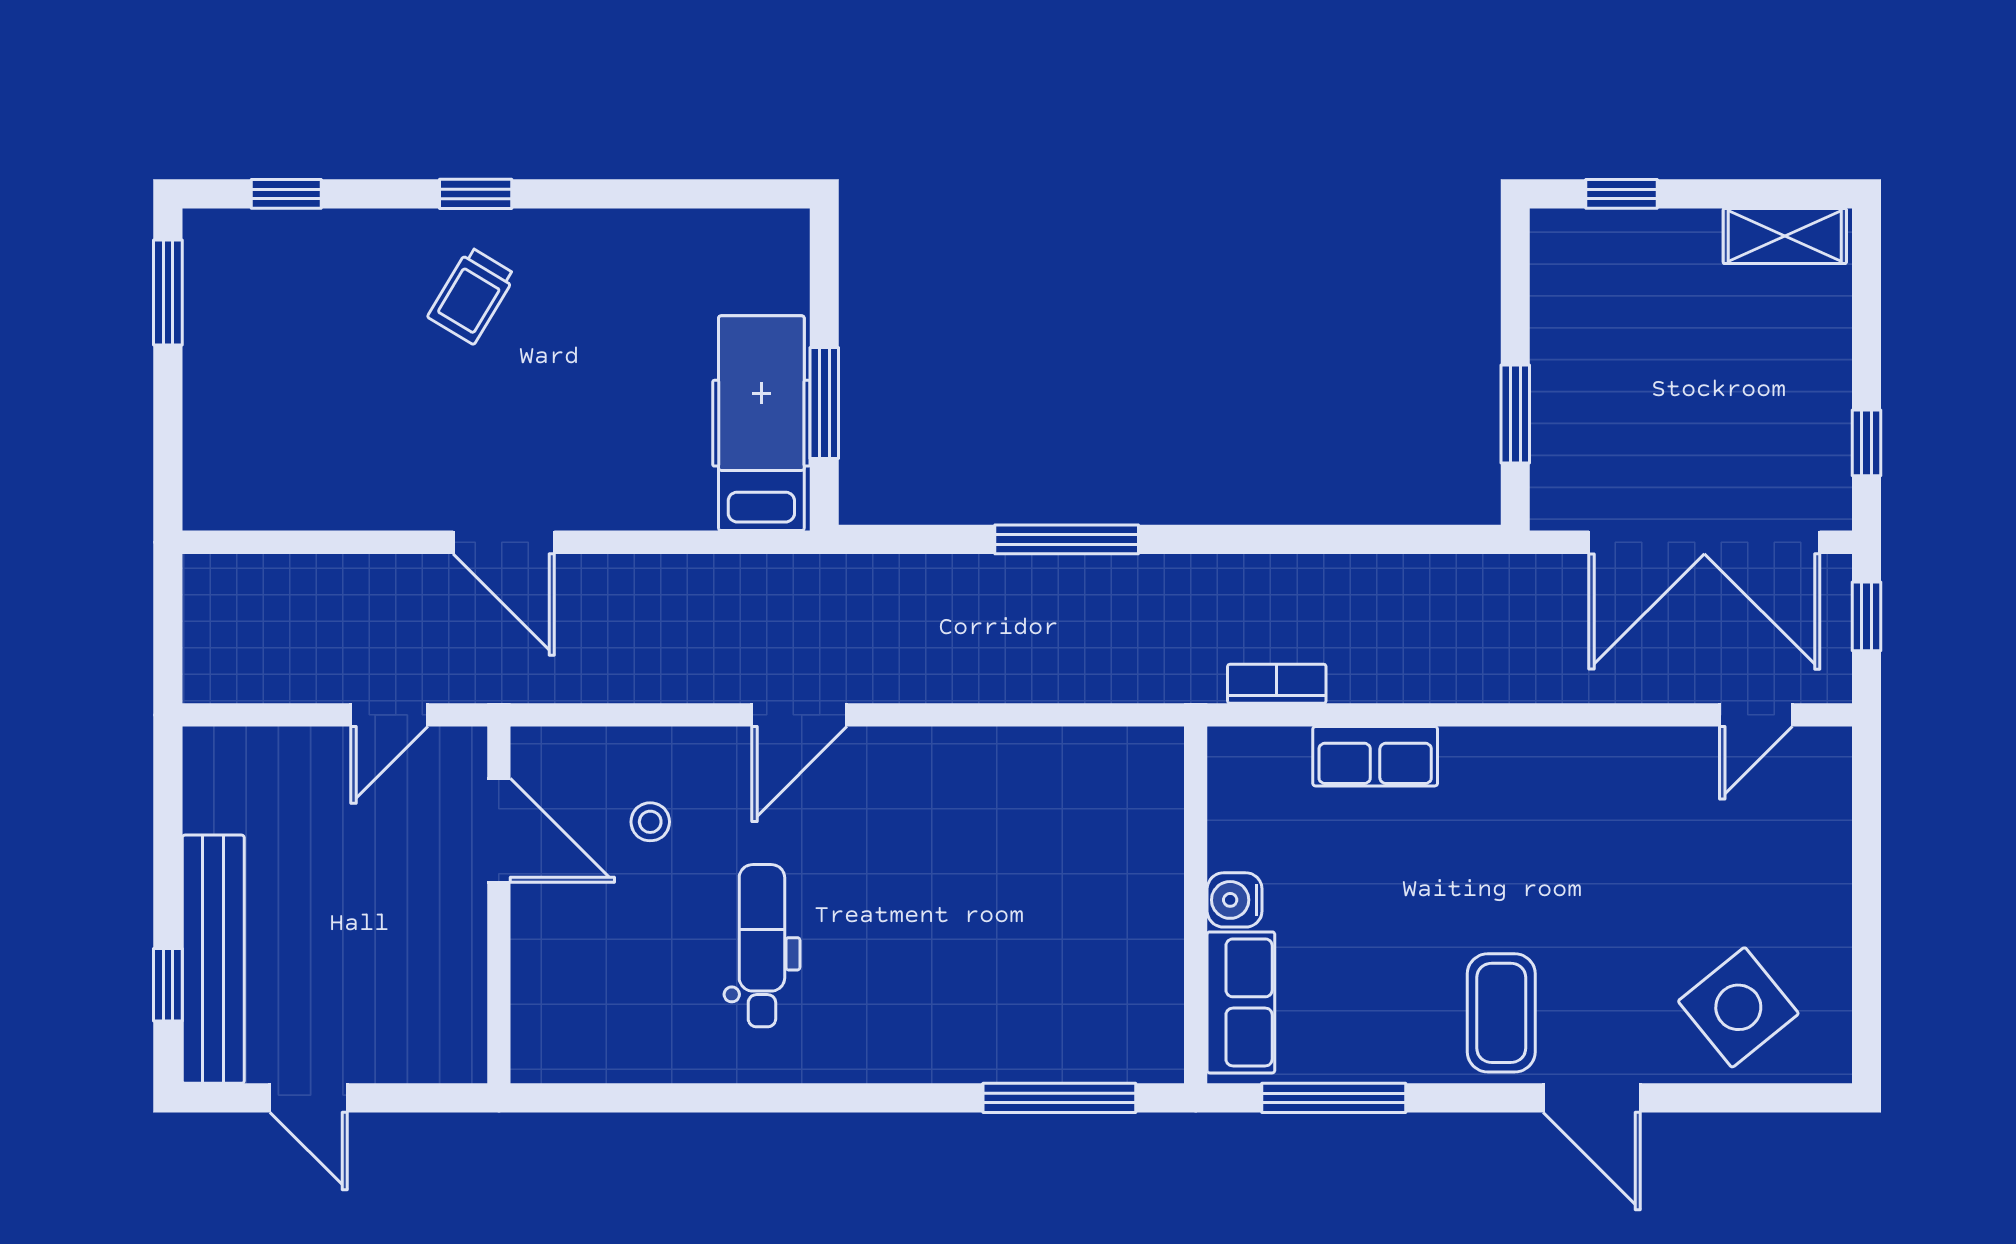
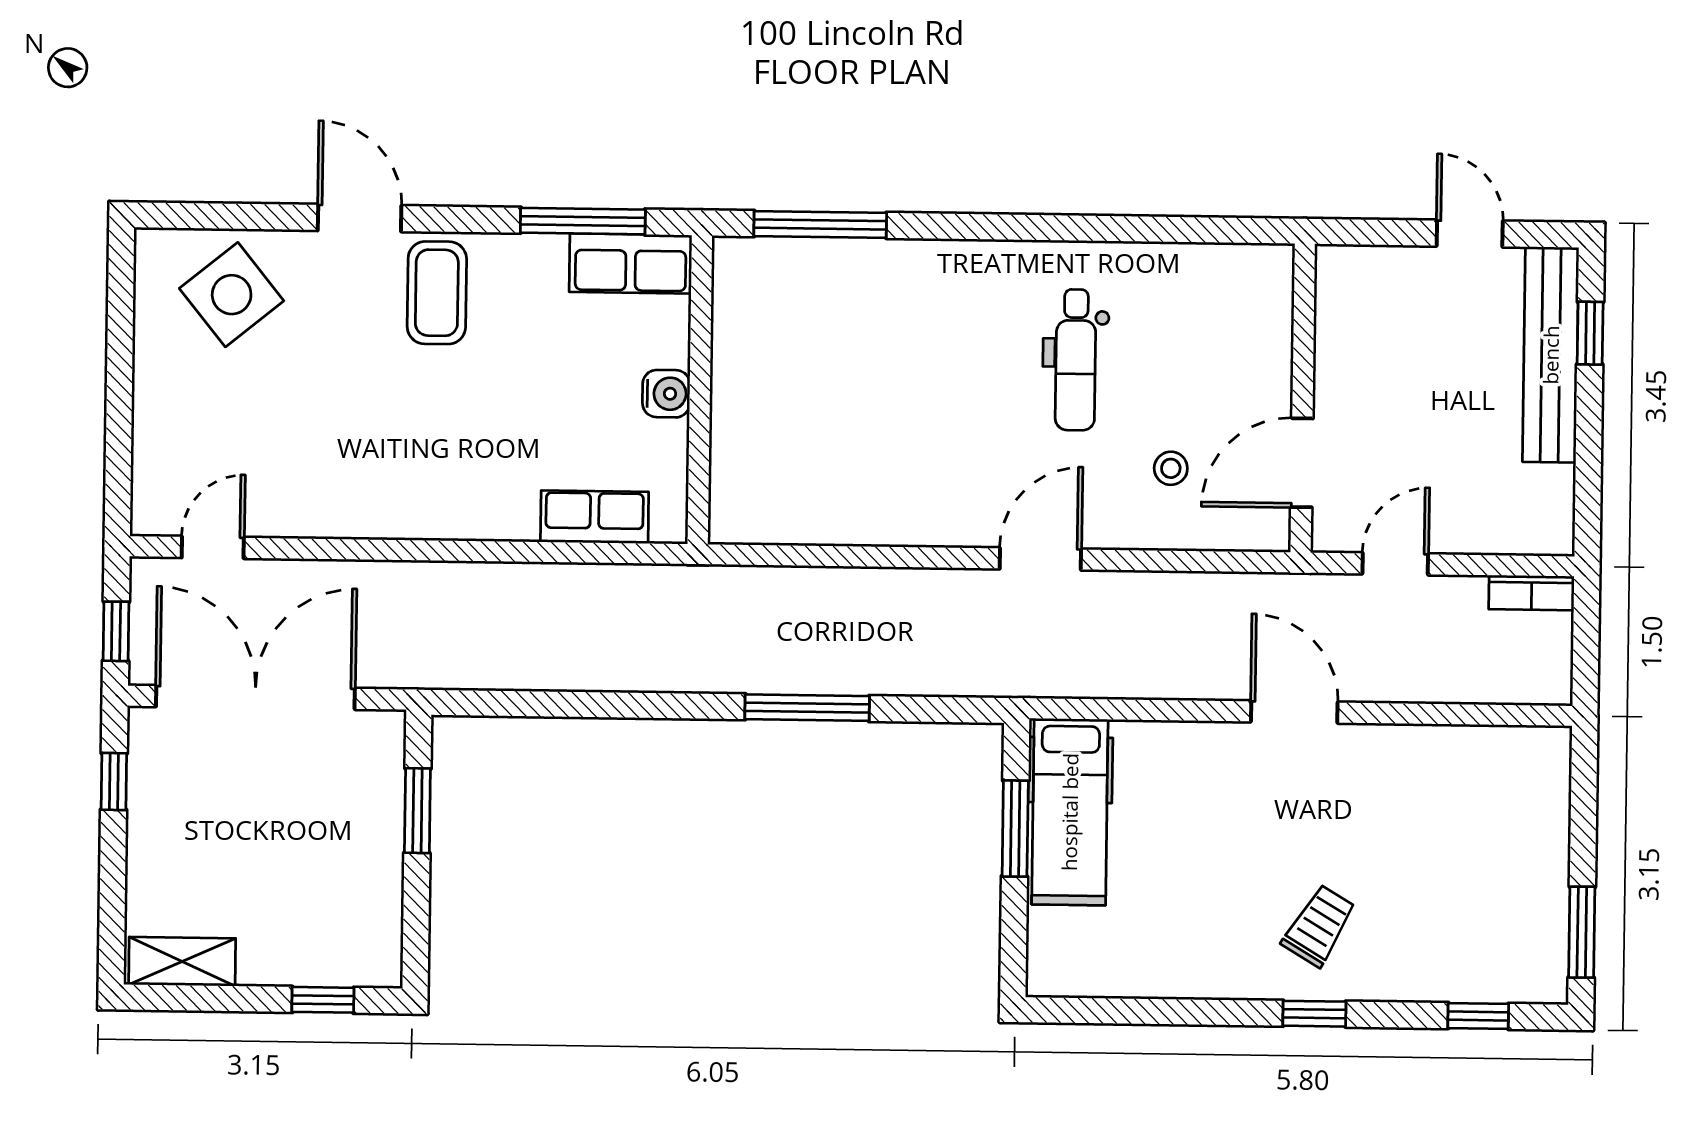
bookcase: (1277, 684) -> (1532, 593), moved
row of seats: (1375, 756) -> (595, 517), moved
door: (499, 830) -> (1302, 463), hinge flipped
row of seats: (1241, 1002) -> (631, 263), moved, turned -90

